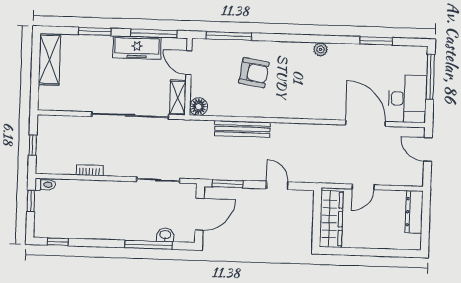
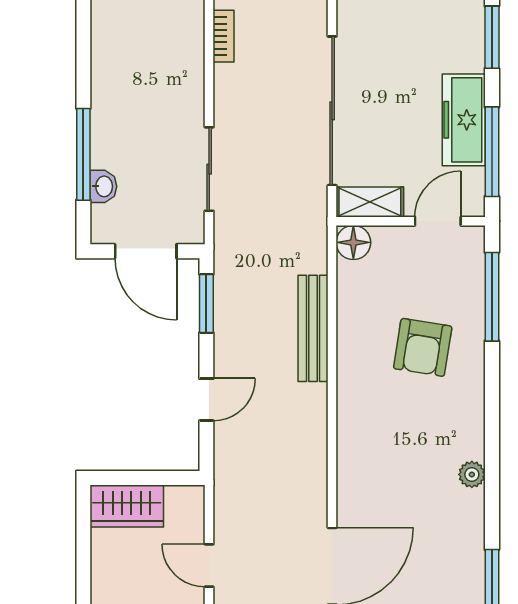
wardrobe: (331, 219) -> (127, 506), width x0.67

